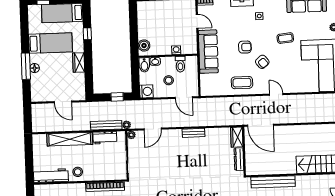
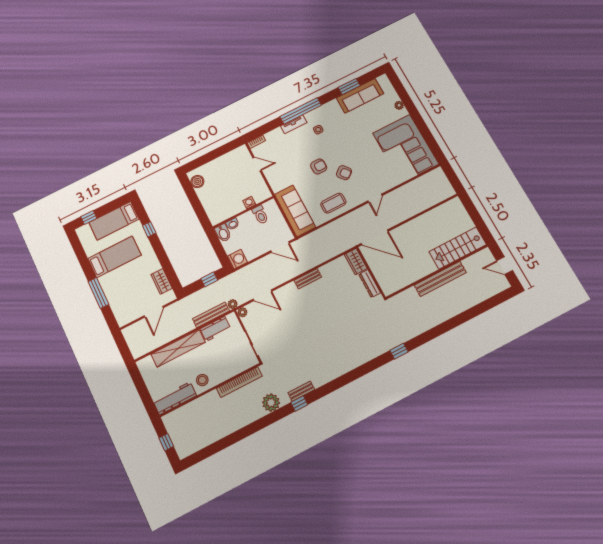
coffee table: (285, 38) -> (356, 138), removed
boiler: (144, 45) -> (197, 182), moved
sofa: (208, 52) -> (295, 211), moved
wardrobe: (79, 63) -> (162, 281), moved
floor lamp: (35, 68) -> (109, 290), removed
stool: (169, 80) -> (256, 237), removed
door: (276, 94) -> (375, 198), swing flipped
door: (63, 102) -> (154, 312), hinge flipped
door: (153, 129) -> (262, 295), hinge flipped
bench: (273, 182) -> (440, 279), moved

